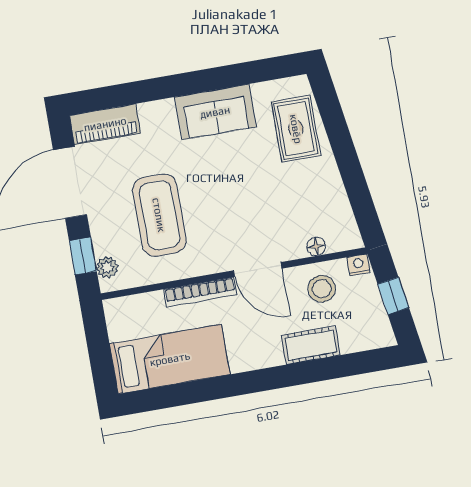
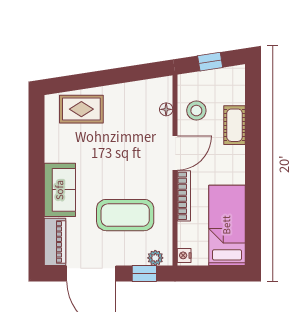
sofa: (215, 112) -> (60, 190), moved
nightstand: (359, 265) -> (184, 255), moved

